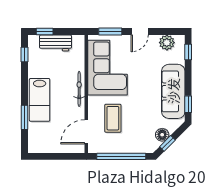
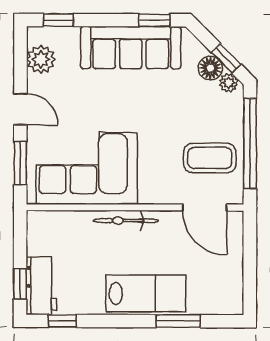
workbench: (55, 43) -> (41, 286), moved
coffee table: (113, 118) -> (210, 158), moved
plant: (154, 145) -> (229, 83), added

